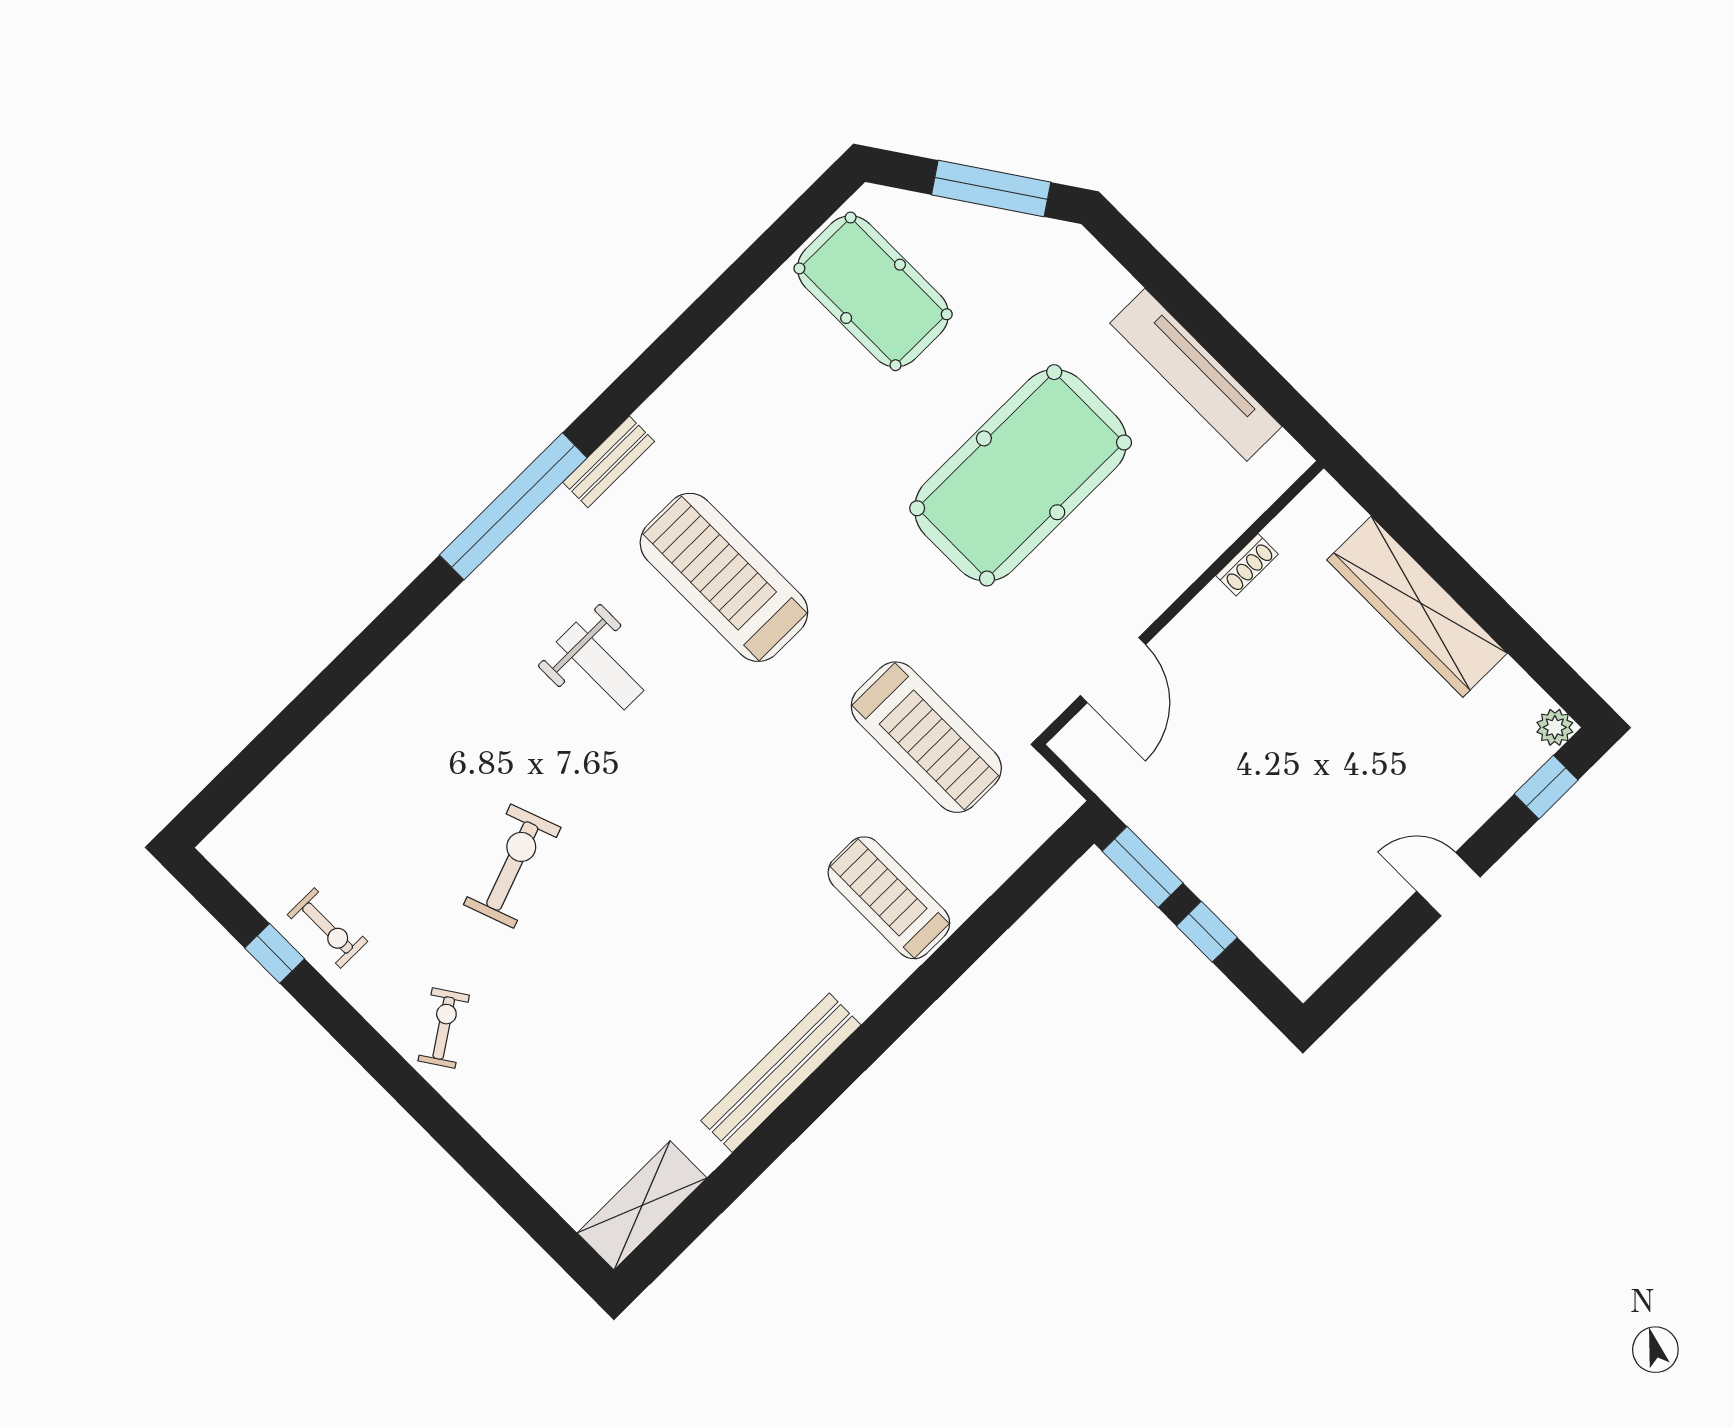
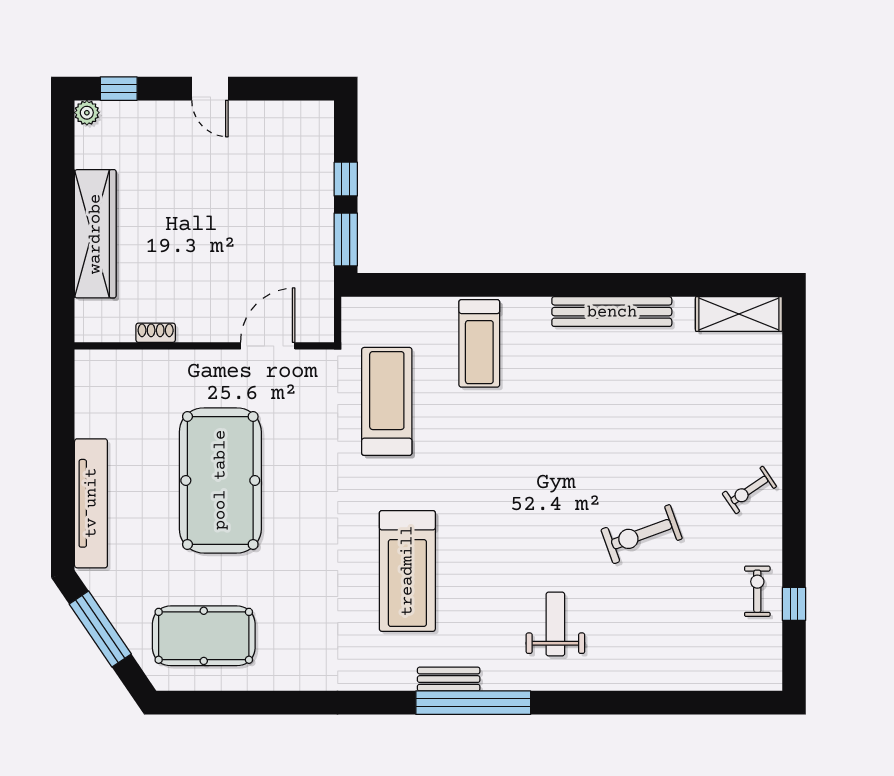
pool table: (873, 291) -> (204, 636), turned 90
tv unit: (1196, 375) -> (91, 503), moved
bench: (609, 462) -> (449, 679), moved
pool table: (1021, 475) -> (220, 480), turned 90
weight bench: (600, 666) -> (555, 624), moved

